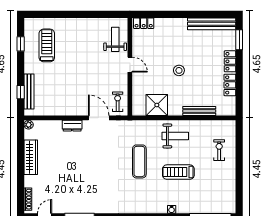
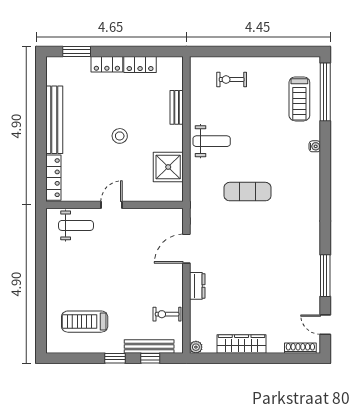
locker: (144, 23) -> (53, 178), width x1.53
bench: (212, 24) -> (54, 120), moved
weight bench: (115, 39) -> (76, 225), turned 180
window: (21, 44) -> (115, 358), moved
exercise bike: (118, 102) -> (167, 314), moved
bench: (199, 111) -> (177, 107), width x0.73
weight bench: (175, 136) -> (212, 141), turned 90
treadmill: (178, 172) -> (299, 99), moved

